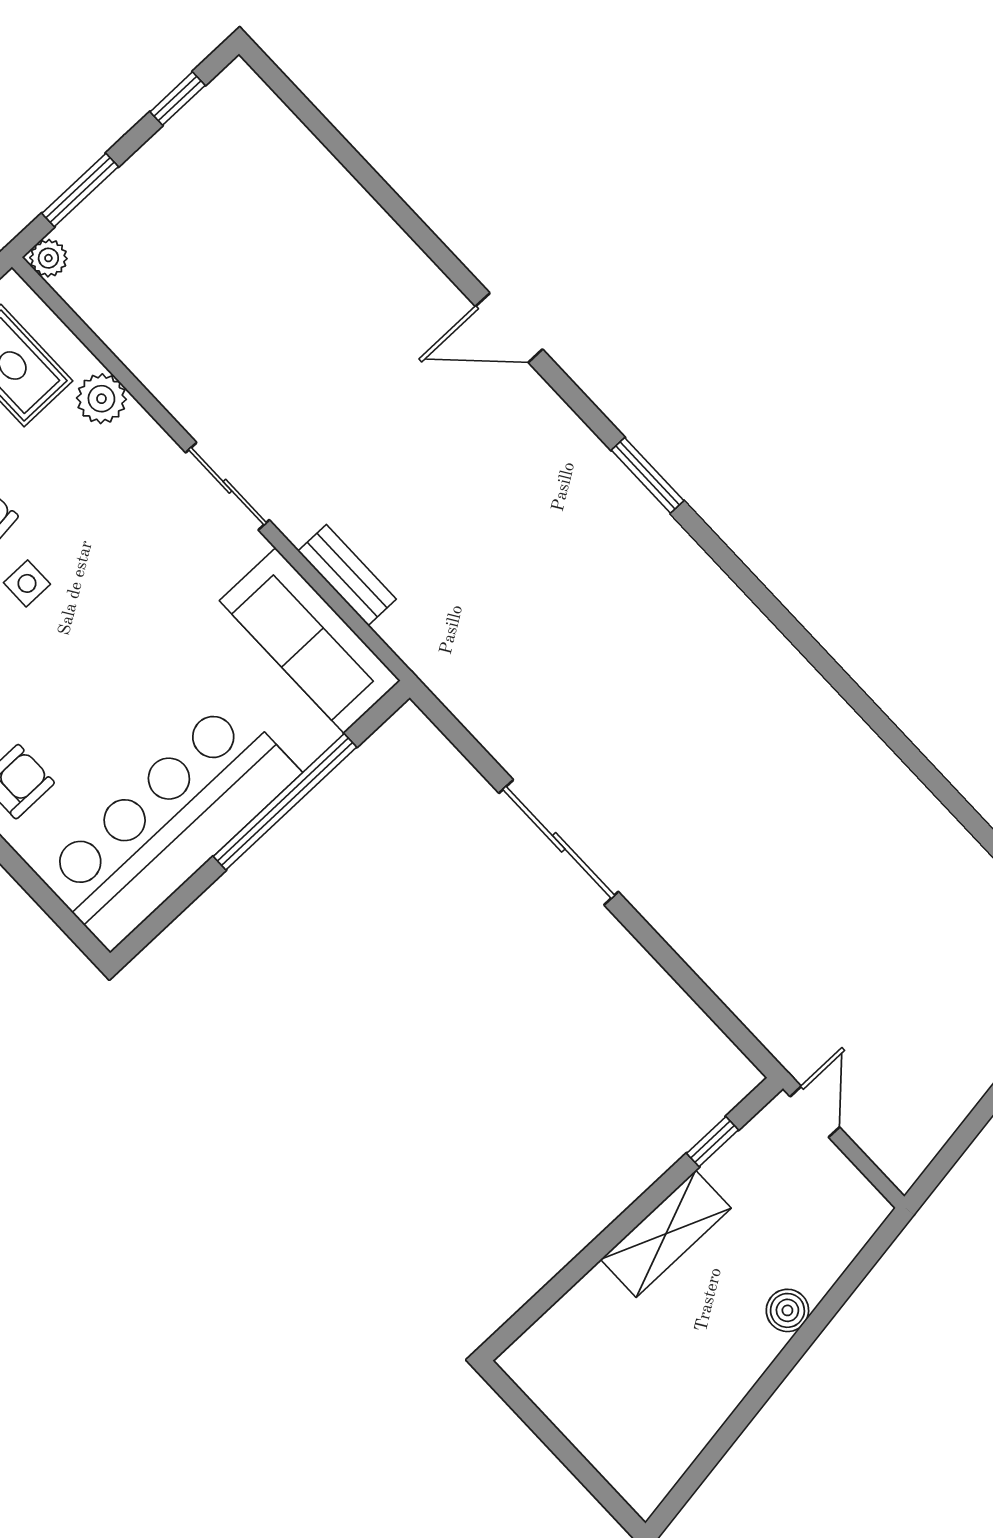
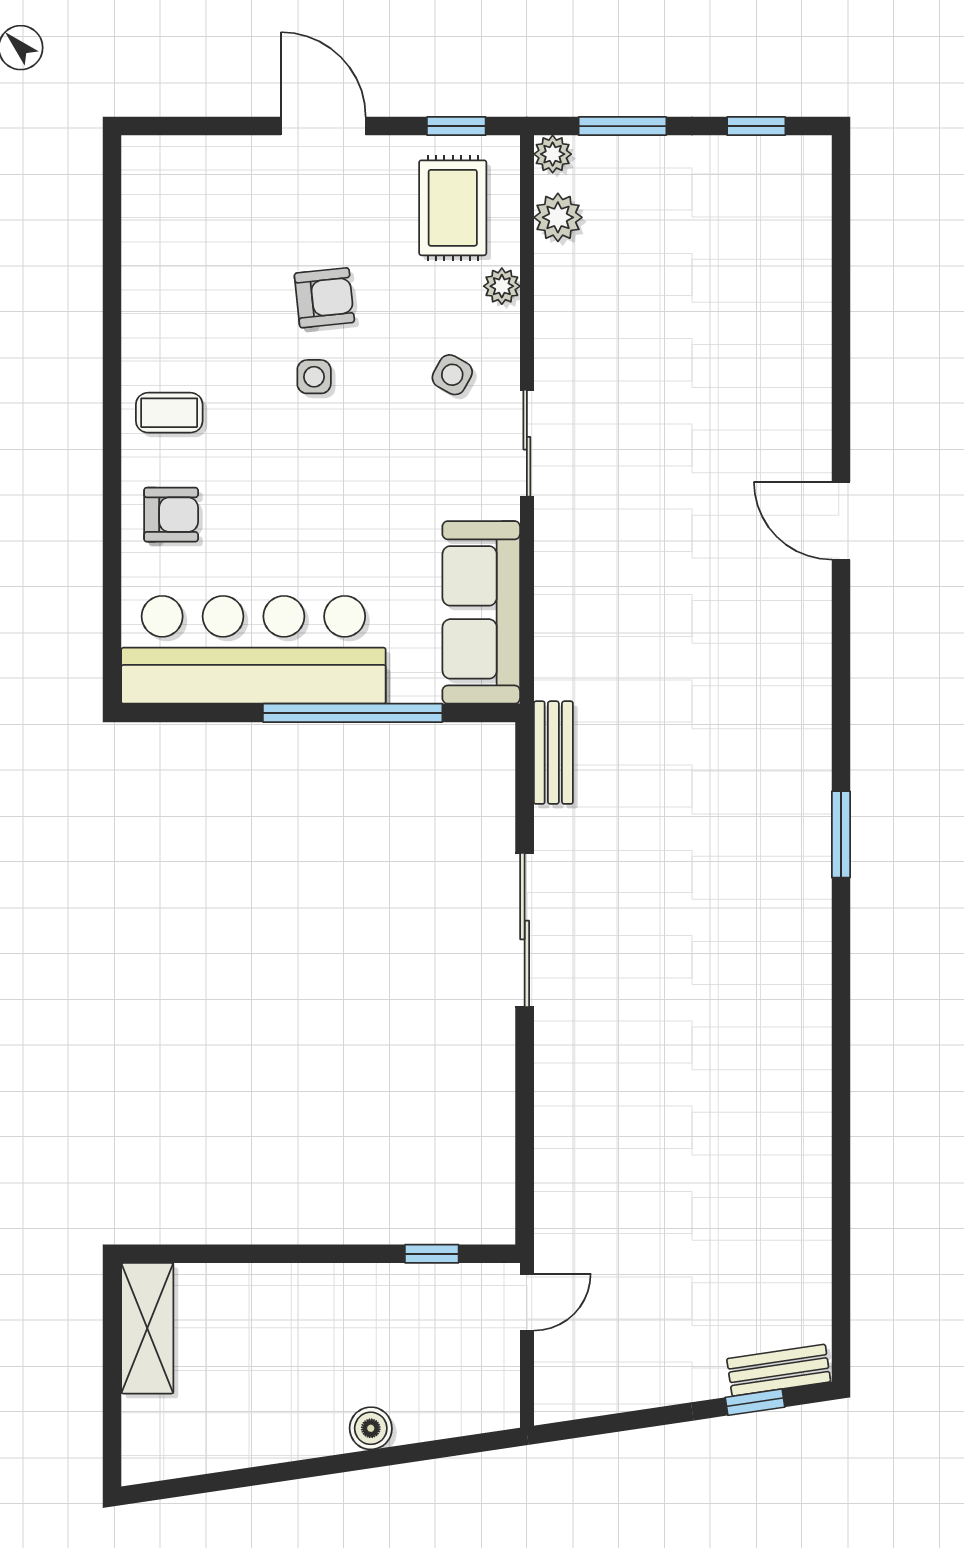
plant: (96, 301) -> (558, 217), added
plant: (101, 399) -> (502, 286), width x0.73, depth x0.73
window: (648, 475) -> (841, 834), moved
side table: (126, 487) -> (452, 375), added
bench: (347, 575) -> (553, 753), moved
shelving: (666, 1234) -> (147, 1328), moved, turned 90

